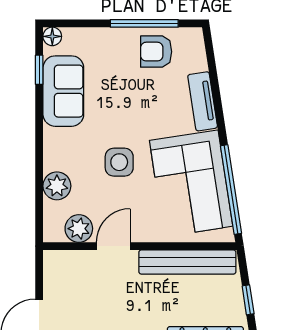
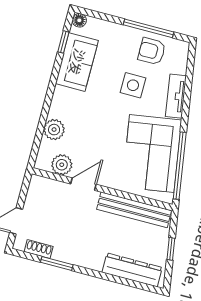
side table: (119, 162) -> (133, 85), moved

